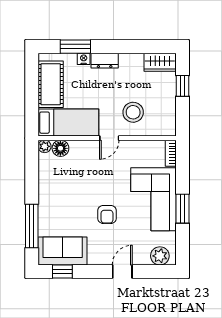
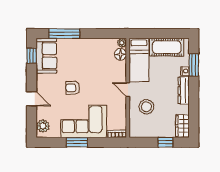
dresser: (105, 61) -> (184, 90), width x1.44

